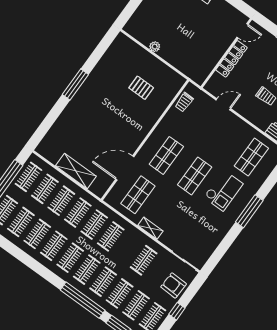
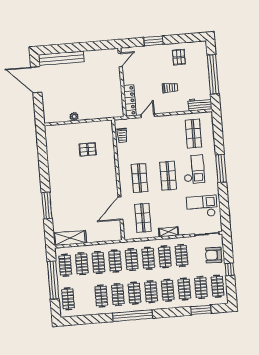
locker: (231, 59) -> (130, 101), moved
window: (75, 84) -> (47, 205), moved
shelving: (76, 171) -> (70, 238), moved
clothes rail: (21, 222) -> (165, 257), moved
checkout: (201, 231) -> (202, 207), added
window: (83, 300) -> (132, 316), moved

